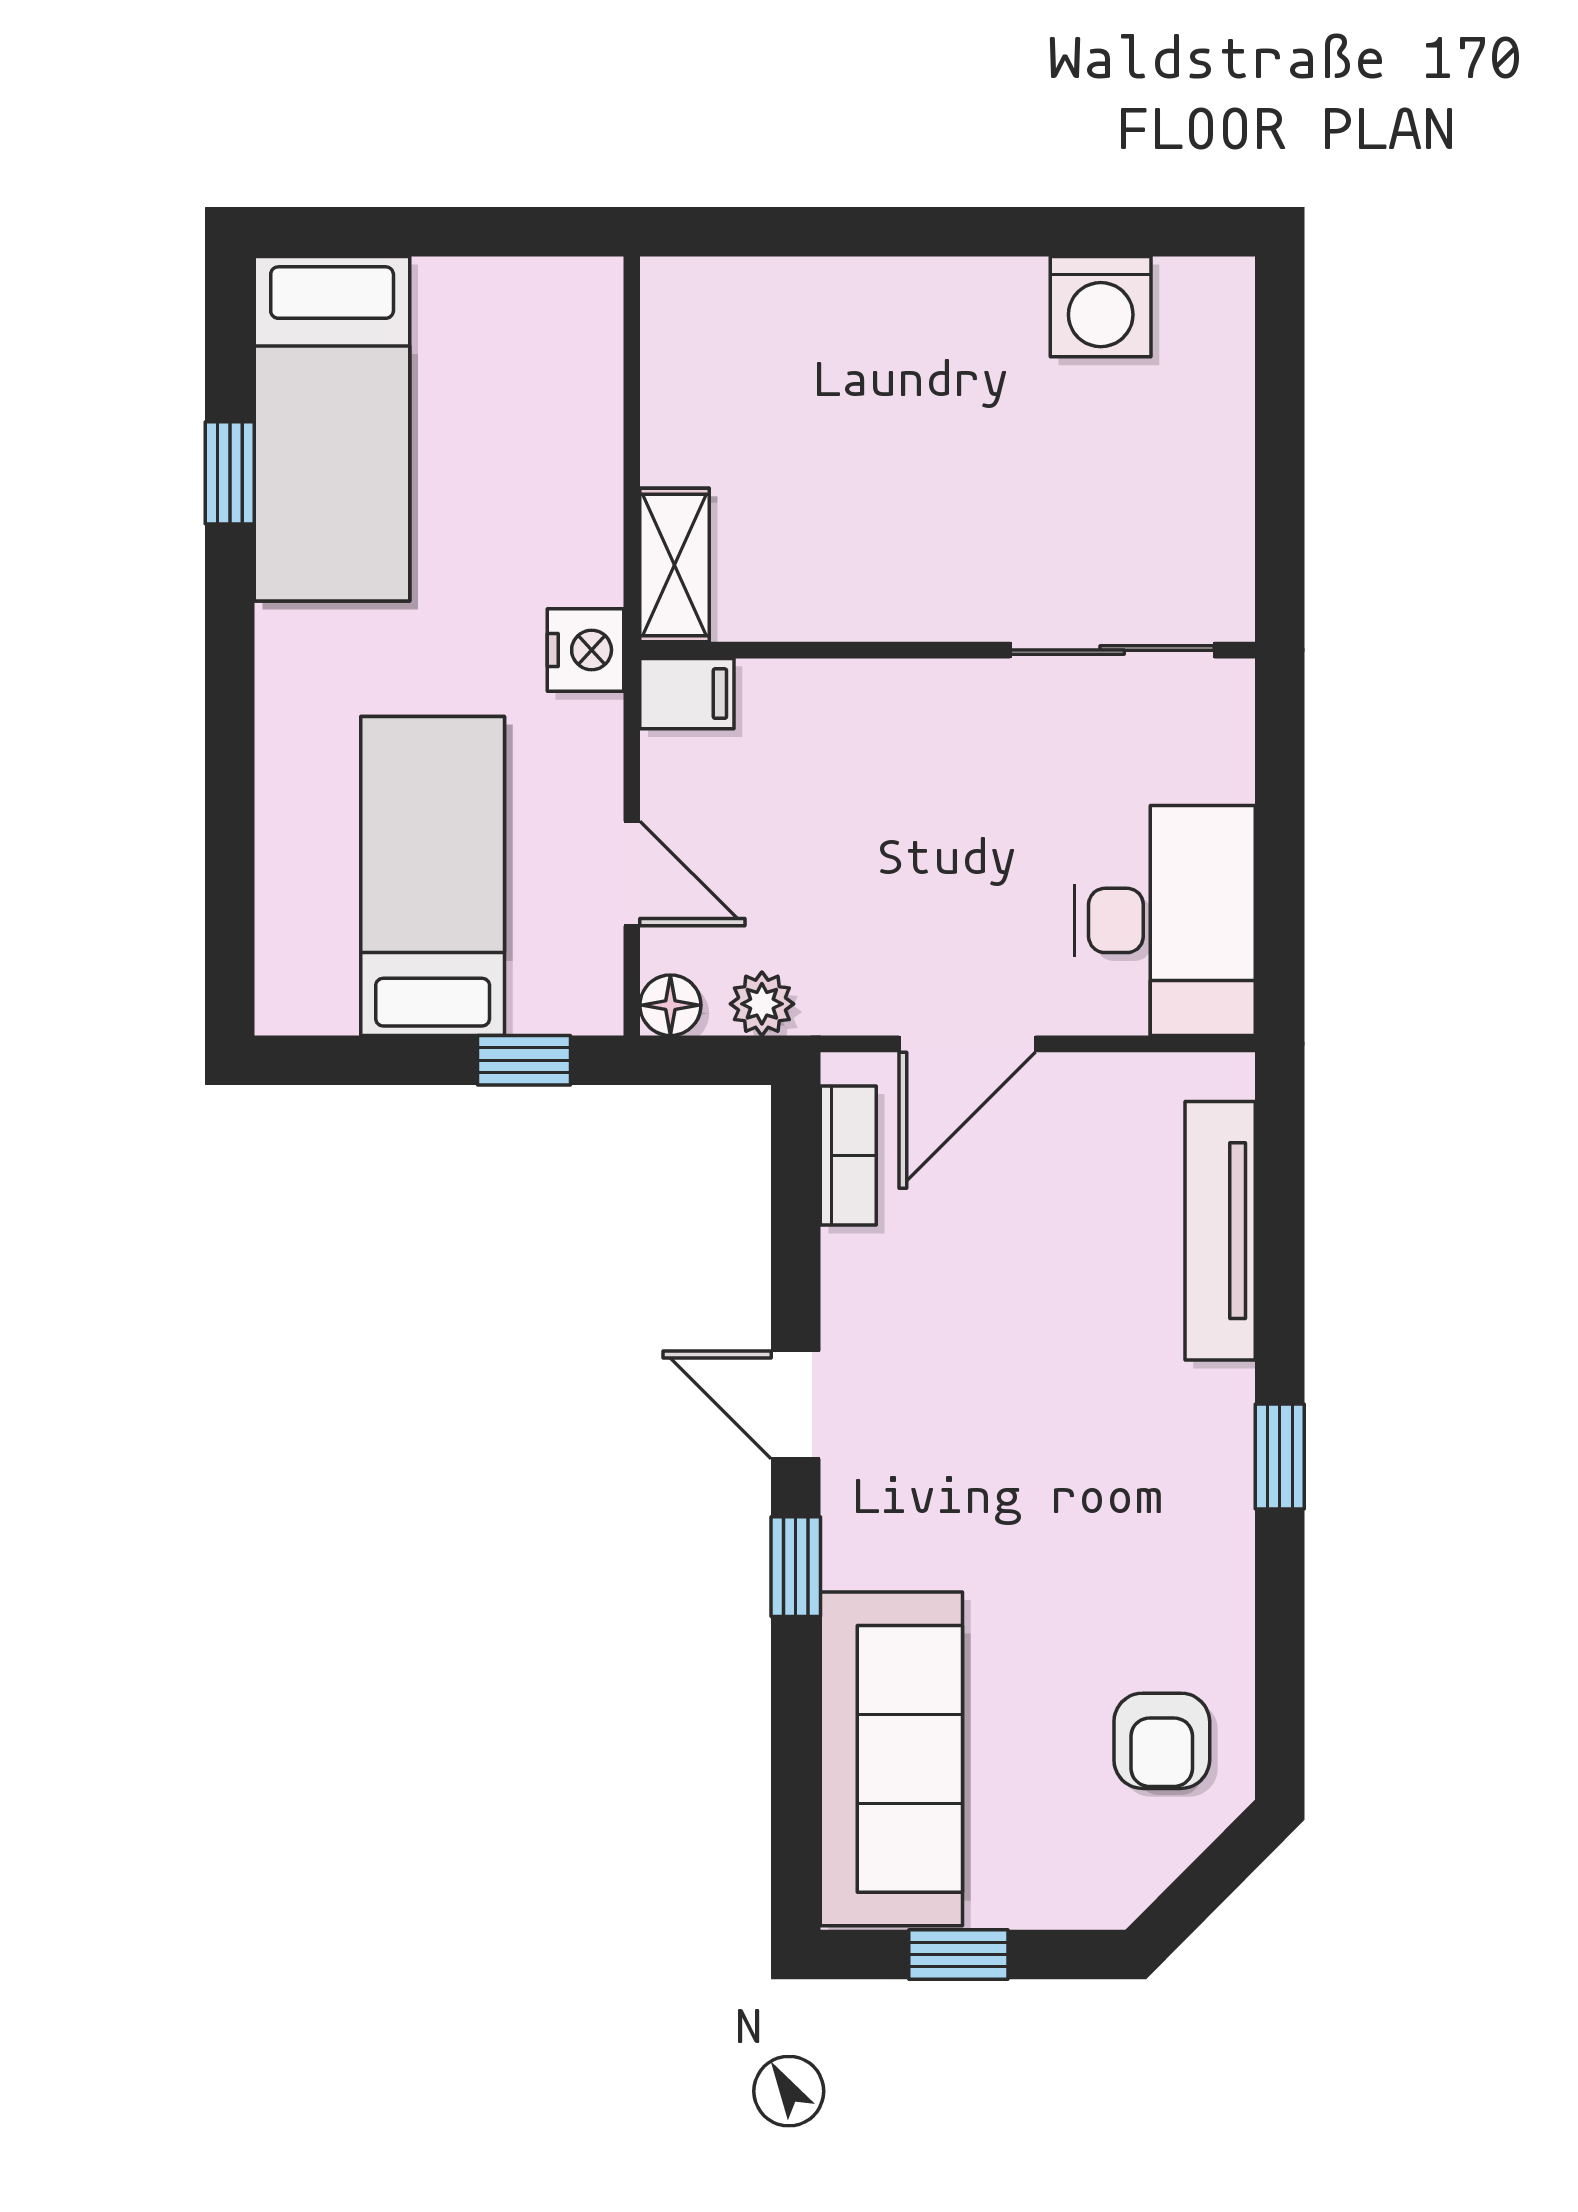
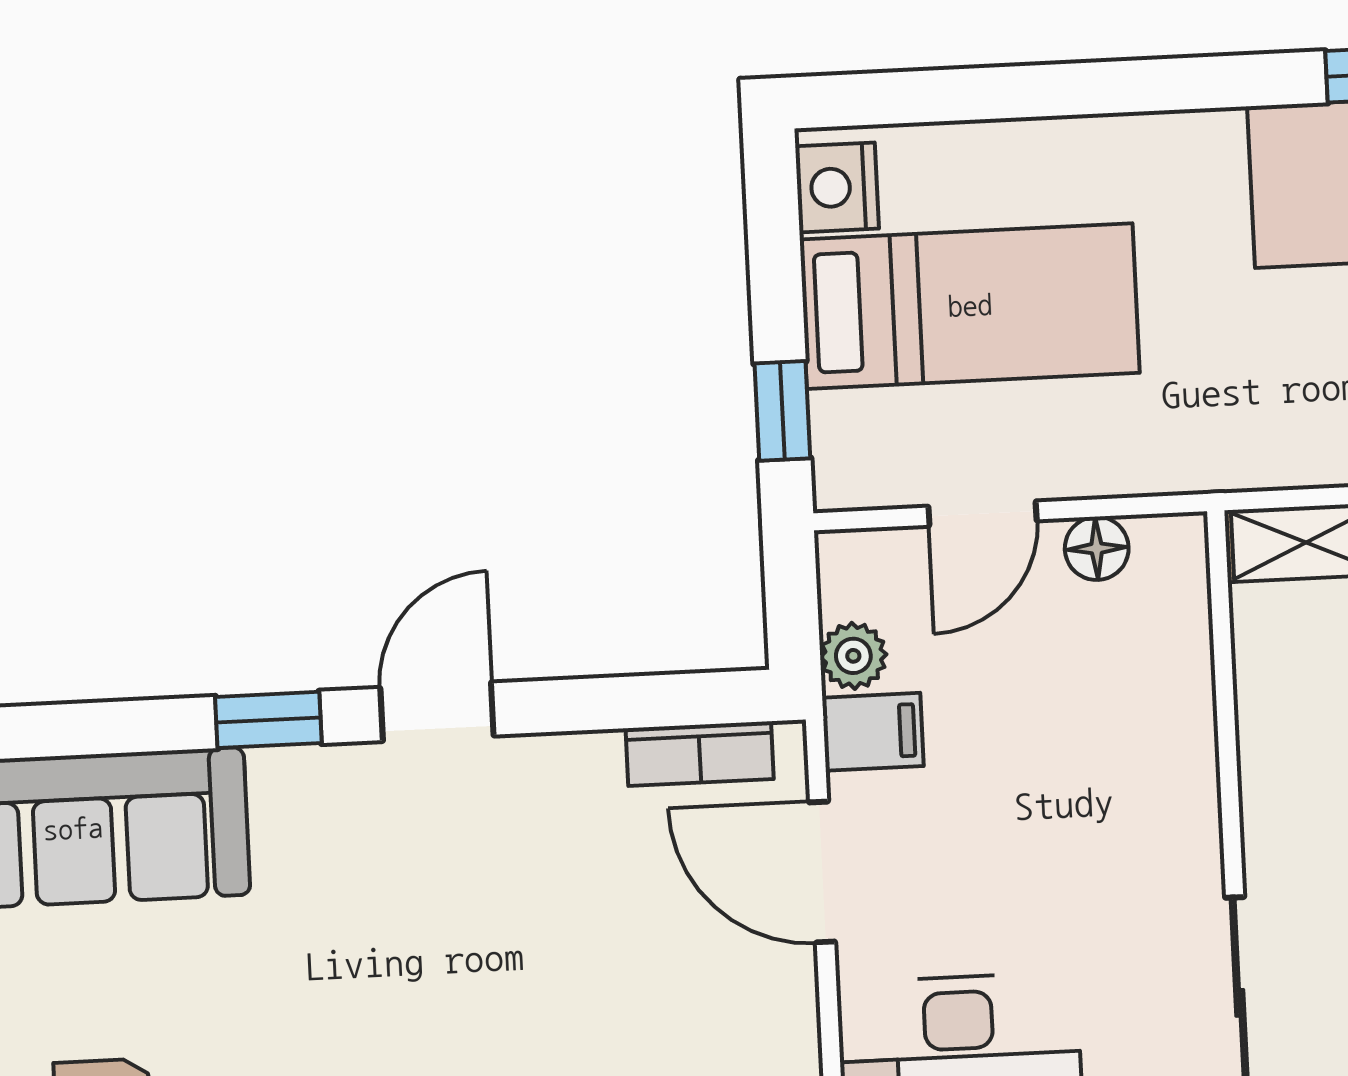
nightstand: (585, 650) -> (837, 187), moved, turned 90
filing cabinet: (687, 694) -> (873, 732), moved, turned -90
floor lamp: (670, 1005) -> (1097, 548), moved

